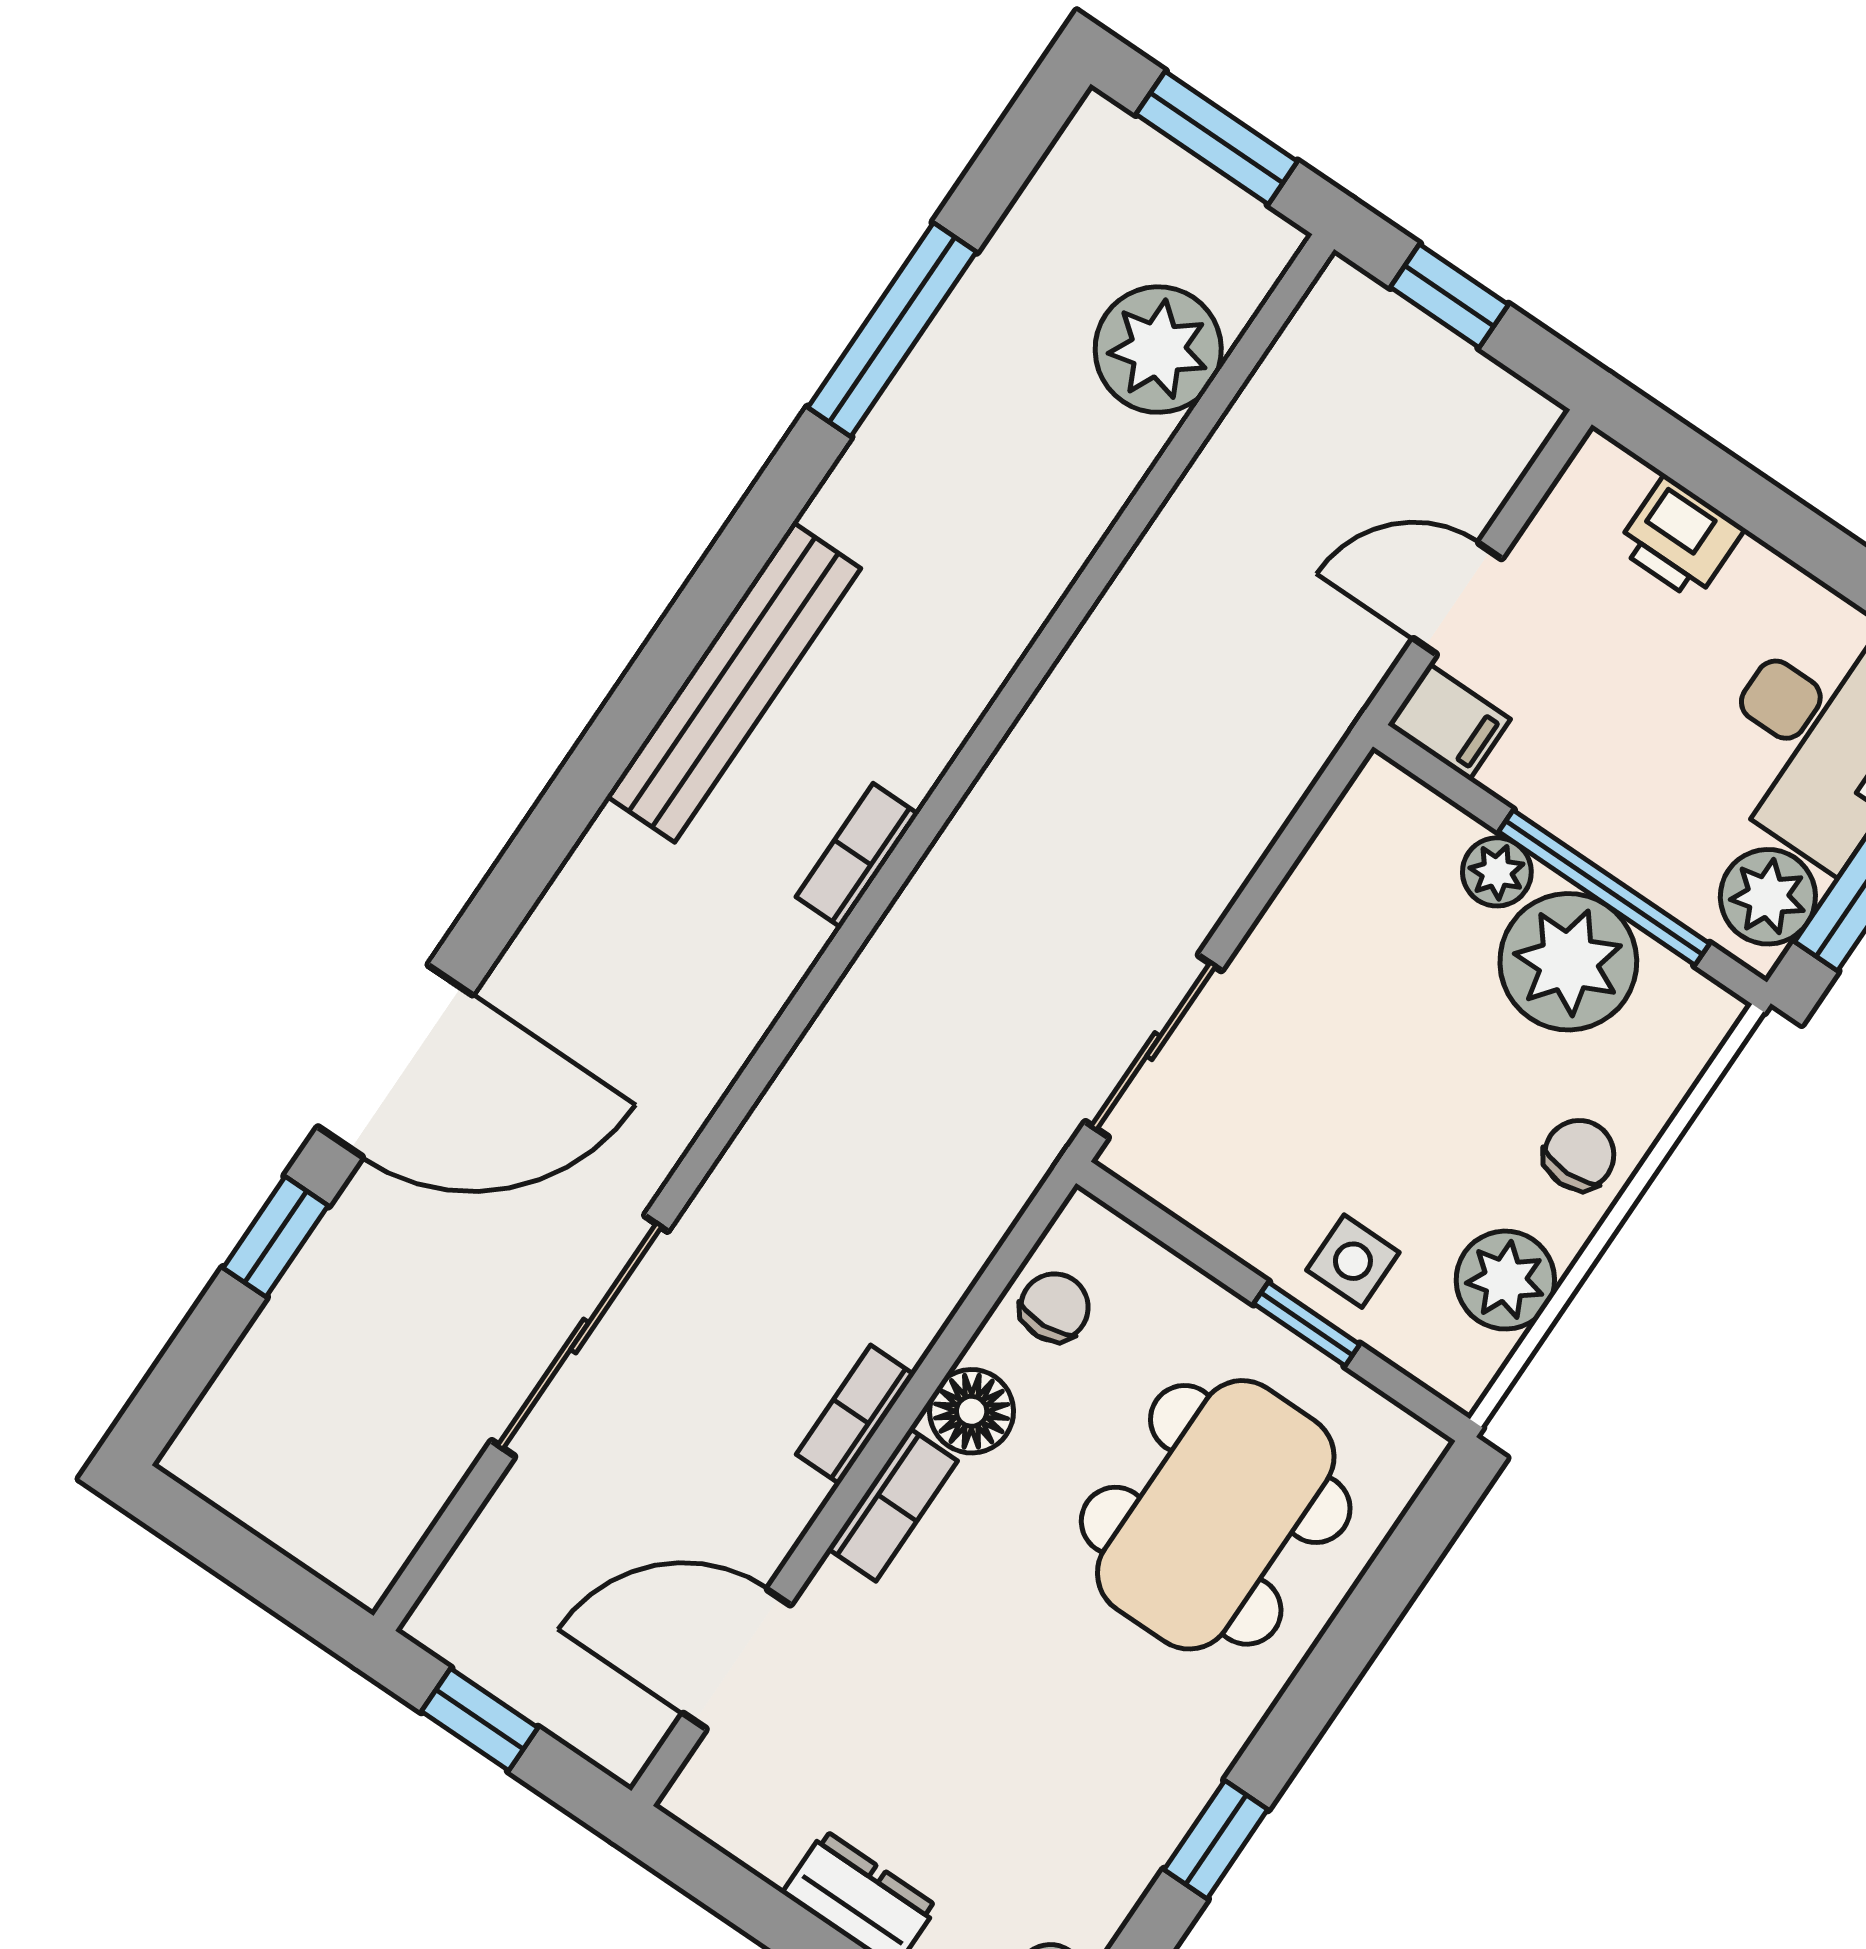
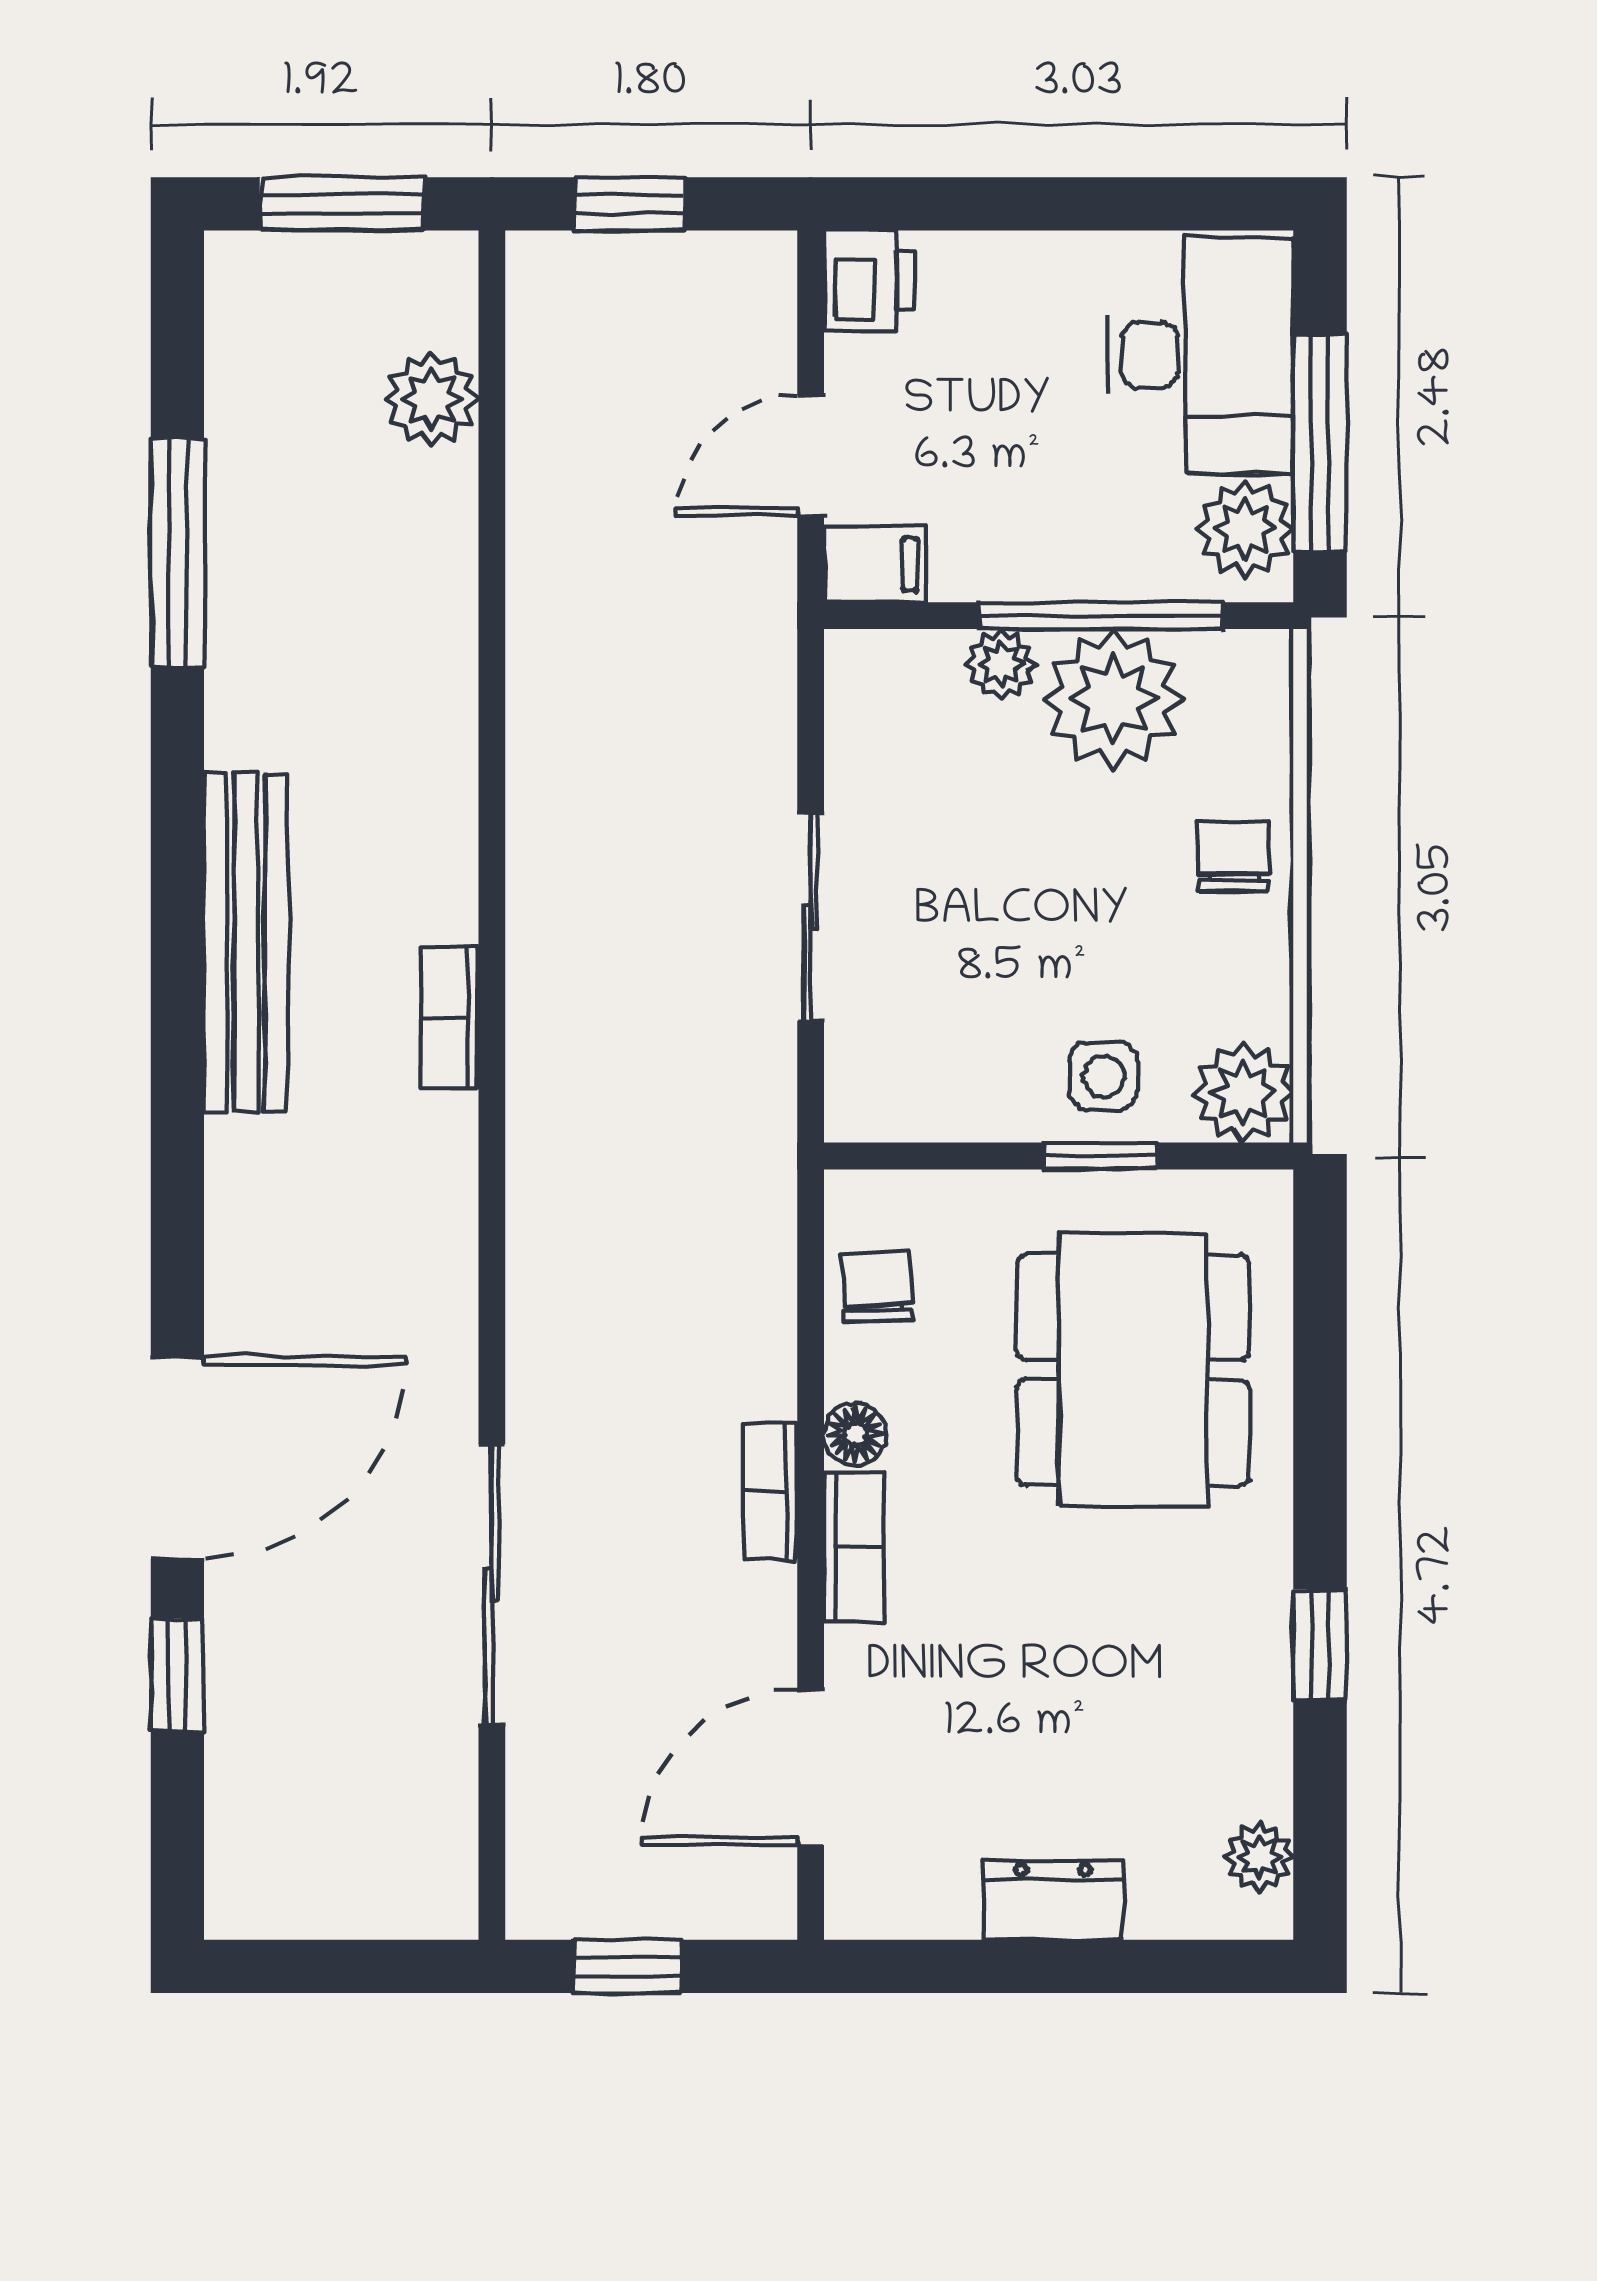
plant: (1158, 350) -> (431, 400), width x0.73, depth x0.73
printer: (1680, 538) -> (869, 280), moved, turned -90
sliding door: (1153, 1046) -> (811, 917), moved
plant: (1505, 1280) -> (1243, 1092), moved
floor lamp: (972, 1411) -> (855, 1434), width x0.73, depth x0.73

